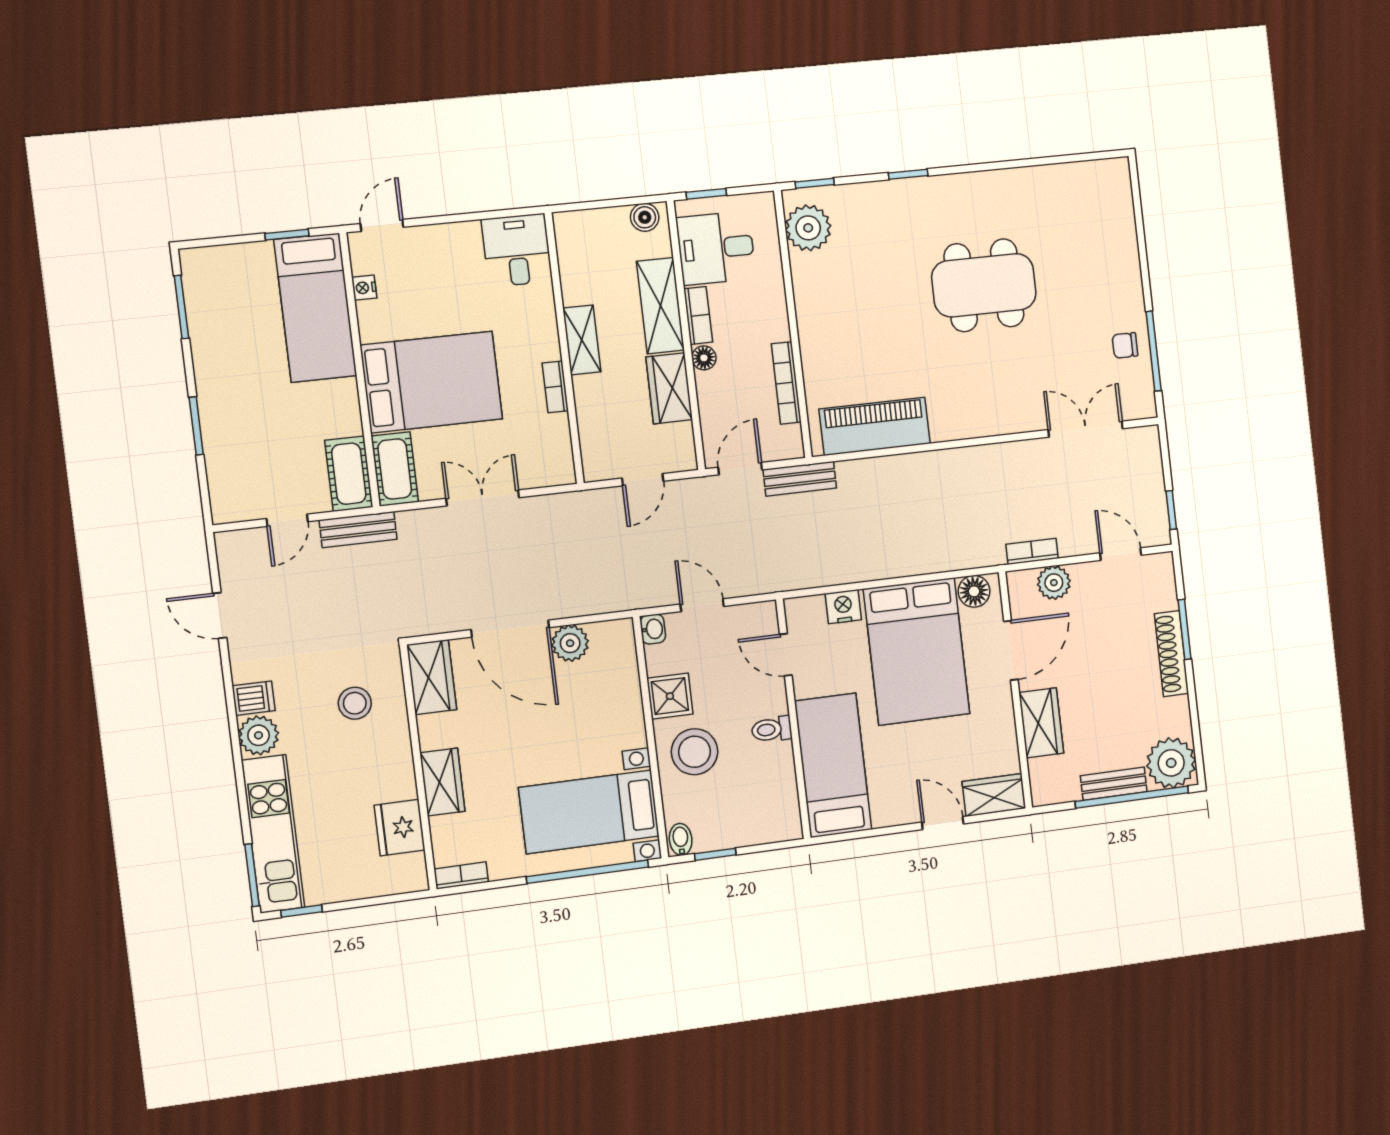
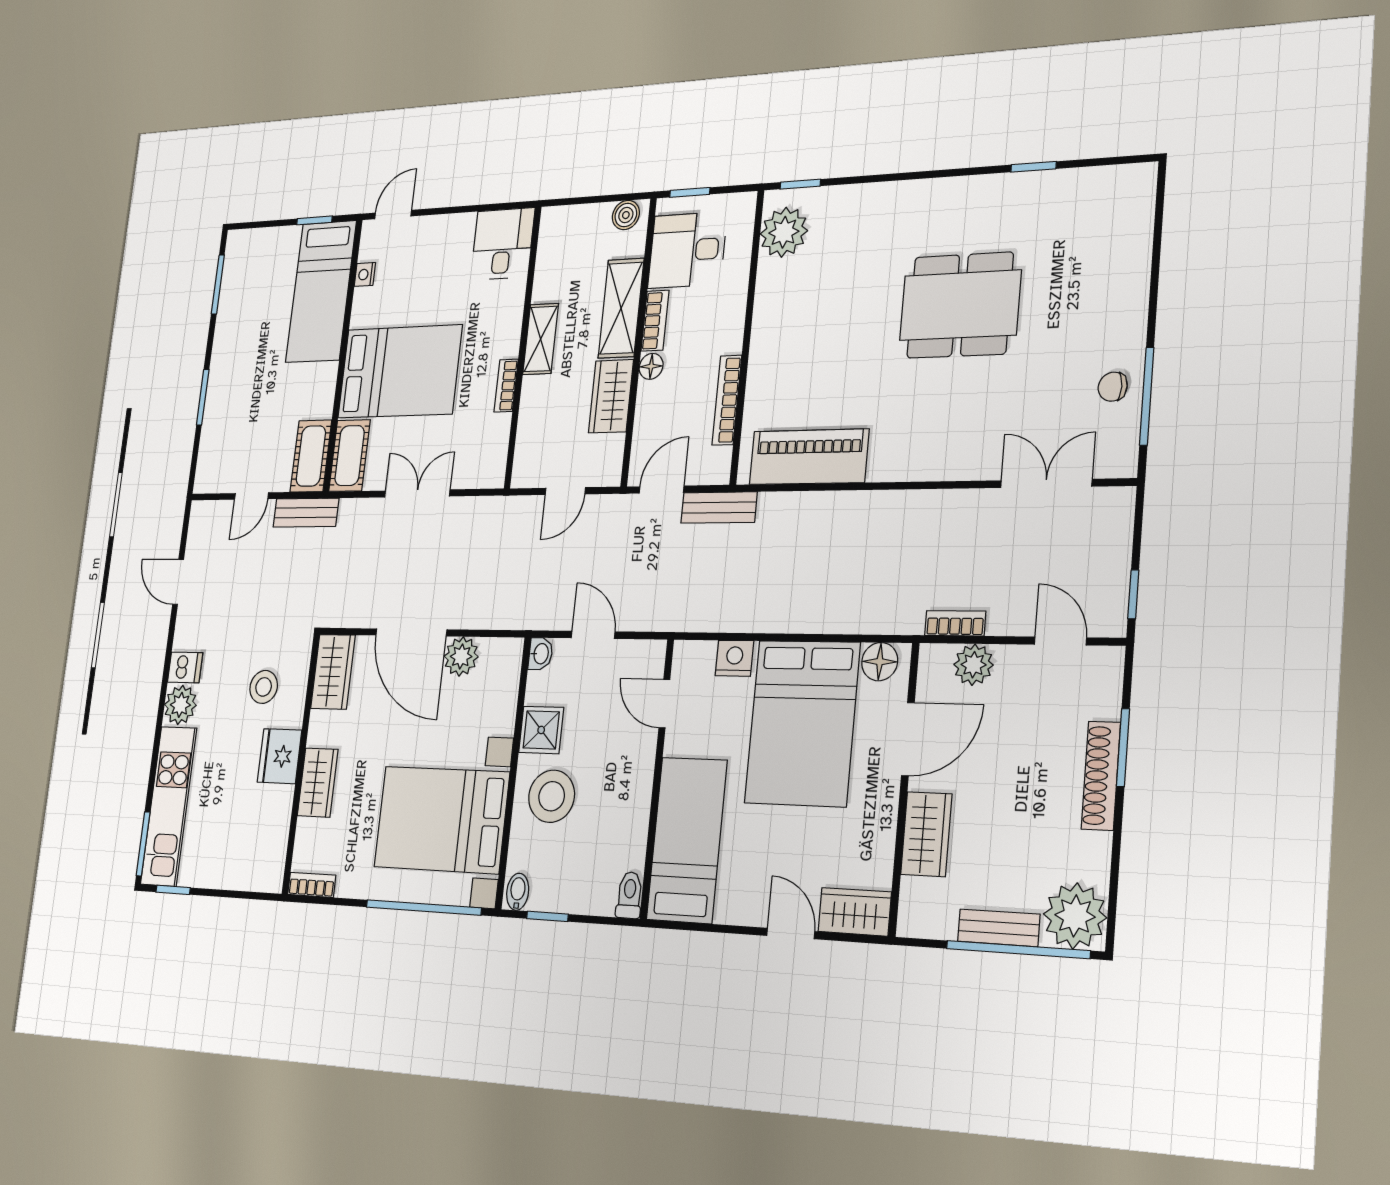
window: (908, 174) -> (1034, 167), moved
toilet: (772, 729) -> (629, 895), moved, turned 90
bed with nightstands: (589, 812) -> (441, 820), width x1.36
fridge: (400, 828) -> (280, 756), moved

